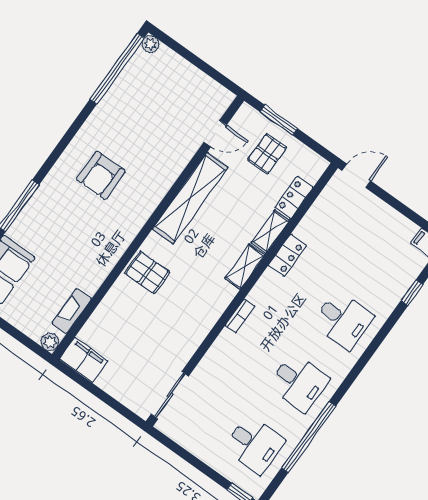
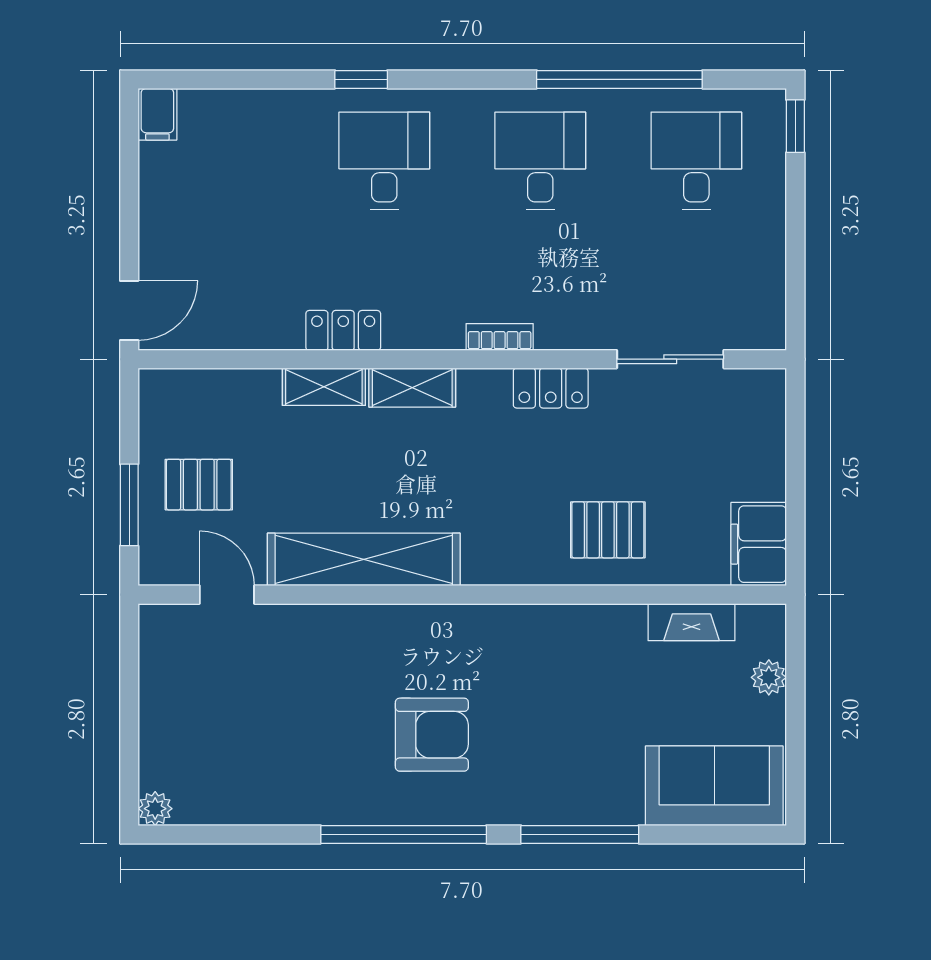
window: (117, 69) -> (404, 834), moved
door: (356, 176) -> (129, 311), swing flipped
locker: (294, 198) -> (551, 388), moved
pallet: (147, 272) -> (608, 530), moved, turned 90
window: (412, 293) -> (361, 79), moved
plant: (50, 342) -> (769, 677), moved
sliding door: (170, 395) -> (670, 359), moved

